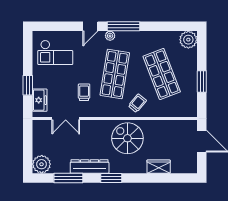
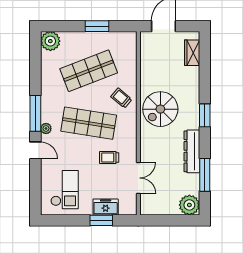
freezer: (40, 100) -> (106, 207), moved
wardrobe: (159, 167) -> (192, 53), moved
window: (111, 178) -> (205, 115), moved

